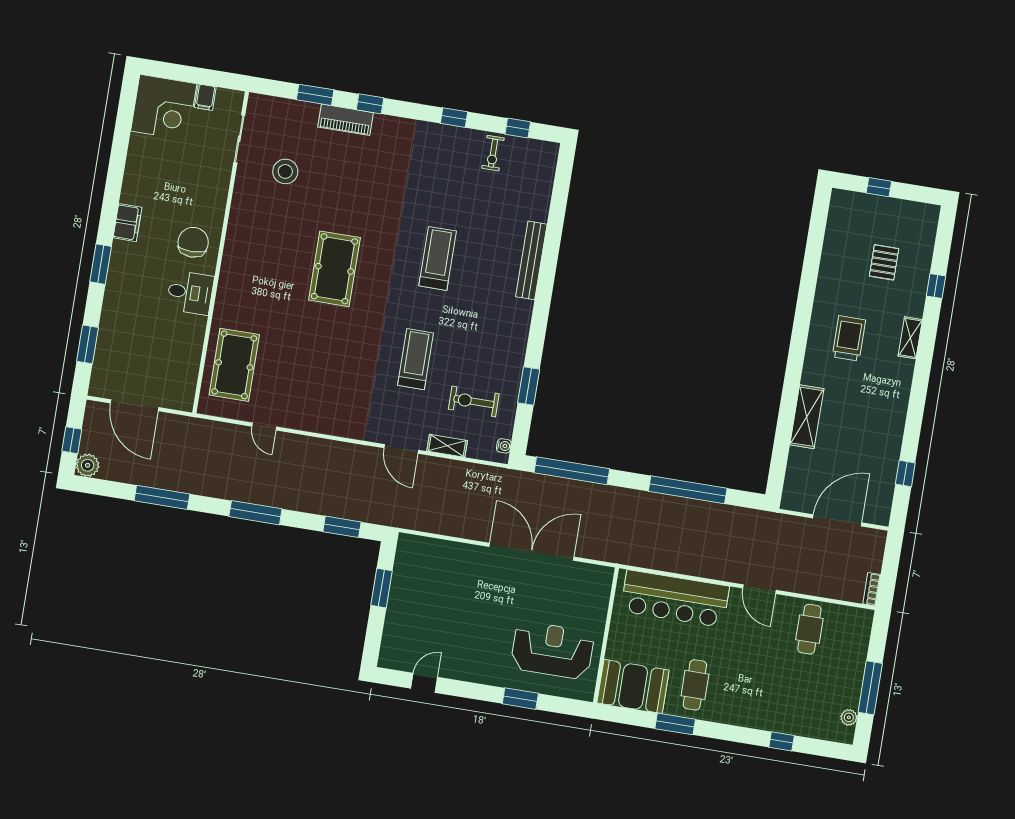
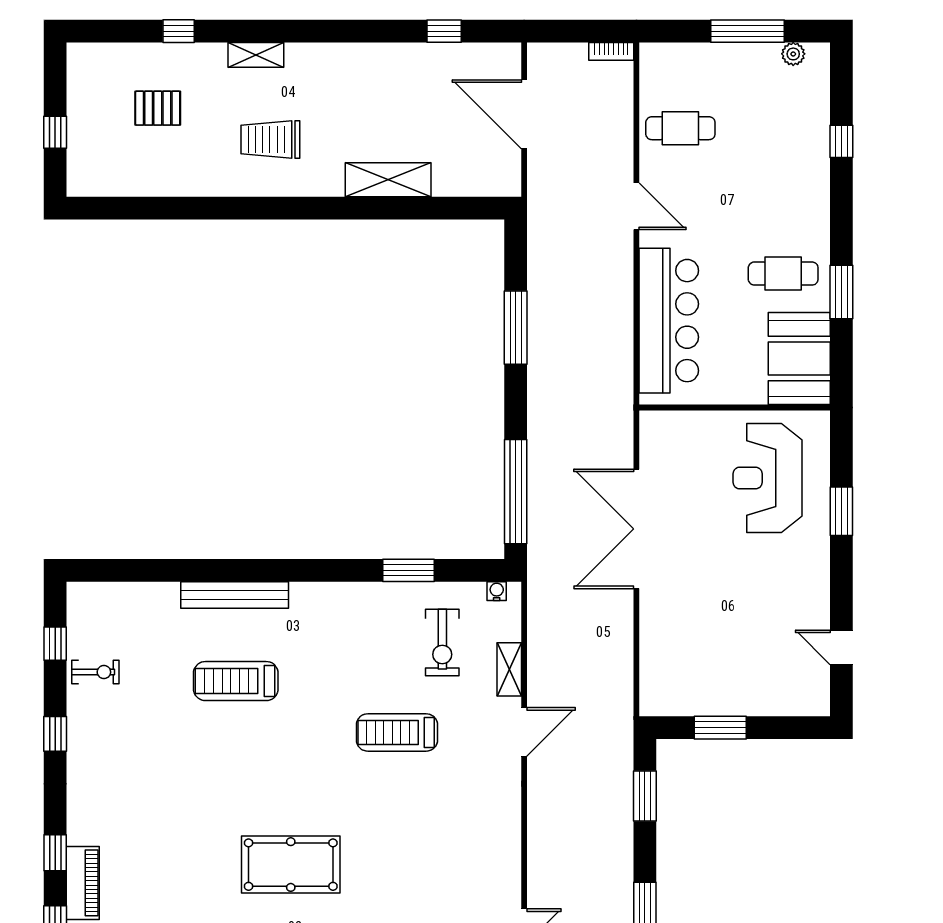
treadmill: (438, 258) -> (236, 681), moved
window: (688, 490) -> (516, 328), width x0.68
door: (759, 589) -> (636, 206), hinge flipped

